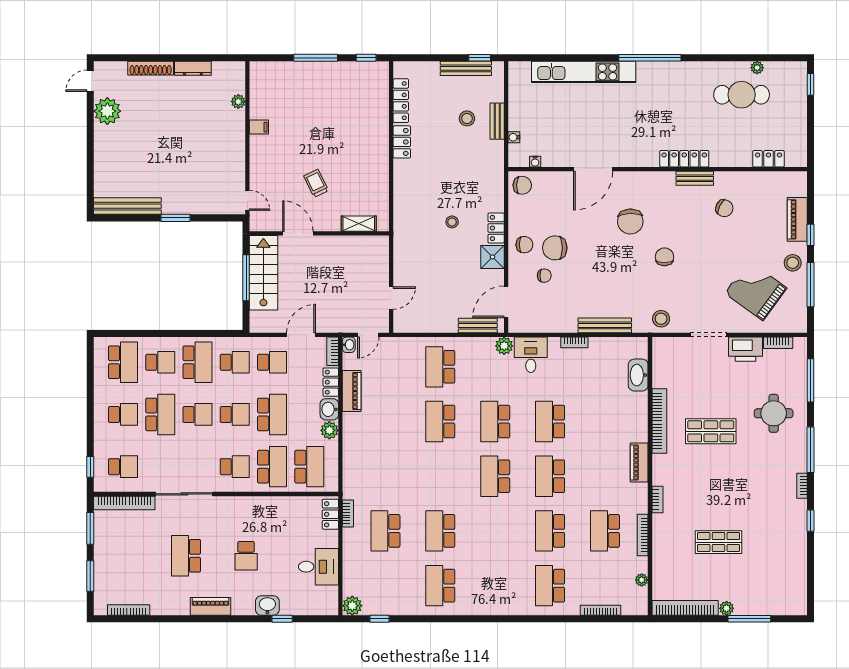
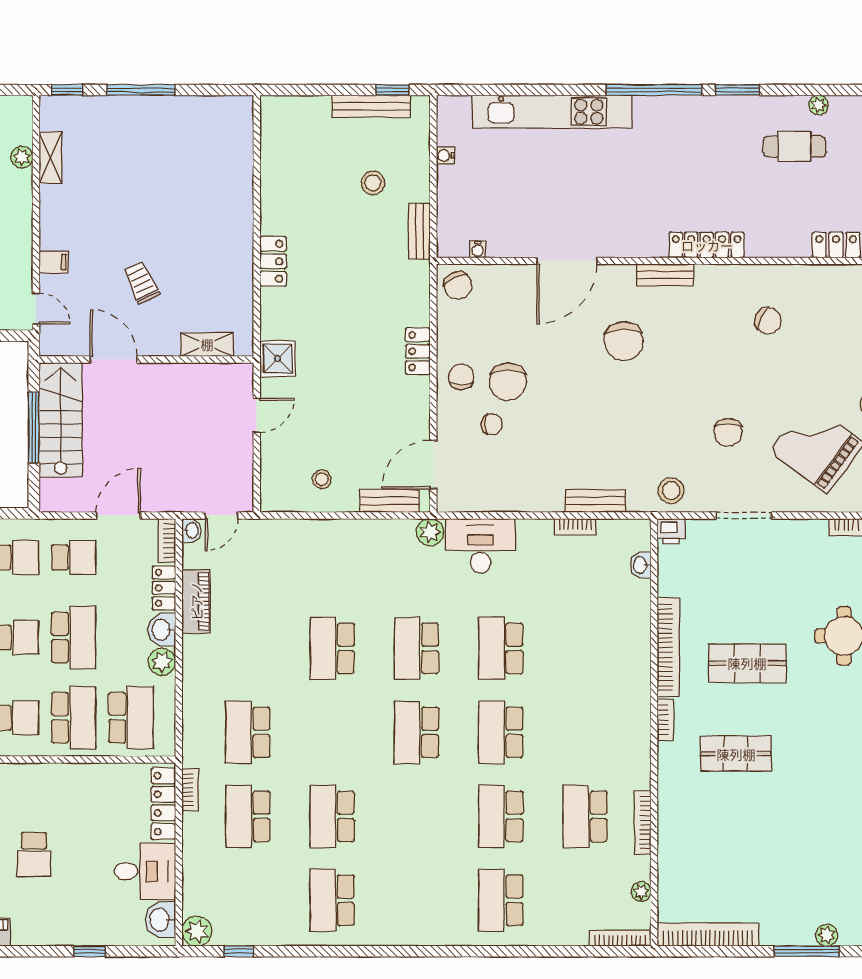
window: (366, 58) -> (67, 90), moved
window: (704, 58) -> (737, 90), added
cafe table: (742, 95) -> (795, 147), width x0.73, depth x0.74
locker: (401, 101) -> (271, 156), removed
shelving: (257, 102) -> (51, 158), added
bench: (497, 121) -> (419, 231), moved
filing cabinet: (259, 127) -> (54, 262), moved
water cooler: (514, 137) -> (445, 155), moved
locker: (402, 142) -> (273, 261), moved
bench: (695, 178) -> (665, 275), moved
chair: (522, 185) -> (458, 286), turned 62
stool: (452, 222) -> (322, 479), moved
chair: (524, 245) -> (461, 377), turned -90
chair: (555, 248) -> (508, 382), turned -90
shower: (493, 257) -> (278, 359), moved
chair: (664, 257) -> (728, 432), moved, turned 180
door: (391, 298) -> (257, 415), moved
bench: (605, 325) -> (596, 501), width x0.73
bookcase: (574, 342) -> (575, 527), moved
printer: (745, 349) -> (671, 531), moved, width x0.53, depth x0.68
desk: (531, 355) -> (480, 546), width x1.37
school desk: (440, 367) -> (248, 732), moved
washbasin: (638, 375) -> (641, 565), width x0.52, depth x0.69
piano: (639, 463) -> (637, 711), removed
bookcase: (657, 499) -> (665, 720), moved
locker: (330, 514) -> (163, 804), width x1.53
shop shelf: (718, 542) -> (736, 754), moved
washbasin: (267, 606) -> (160, 920), moved, turned -90
plant: (727, 608) -> (827, 935), moved
bookcase: (601, 610) -> (620, 938), moved

